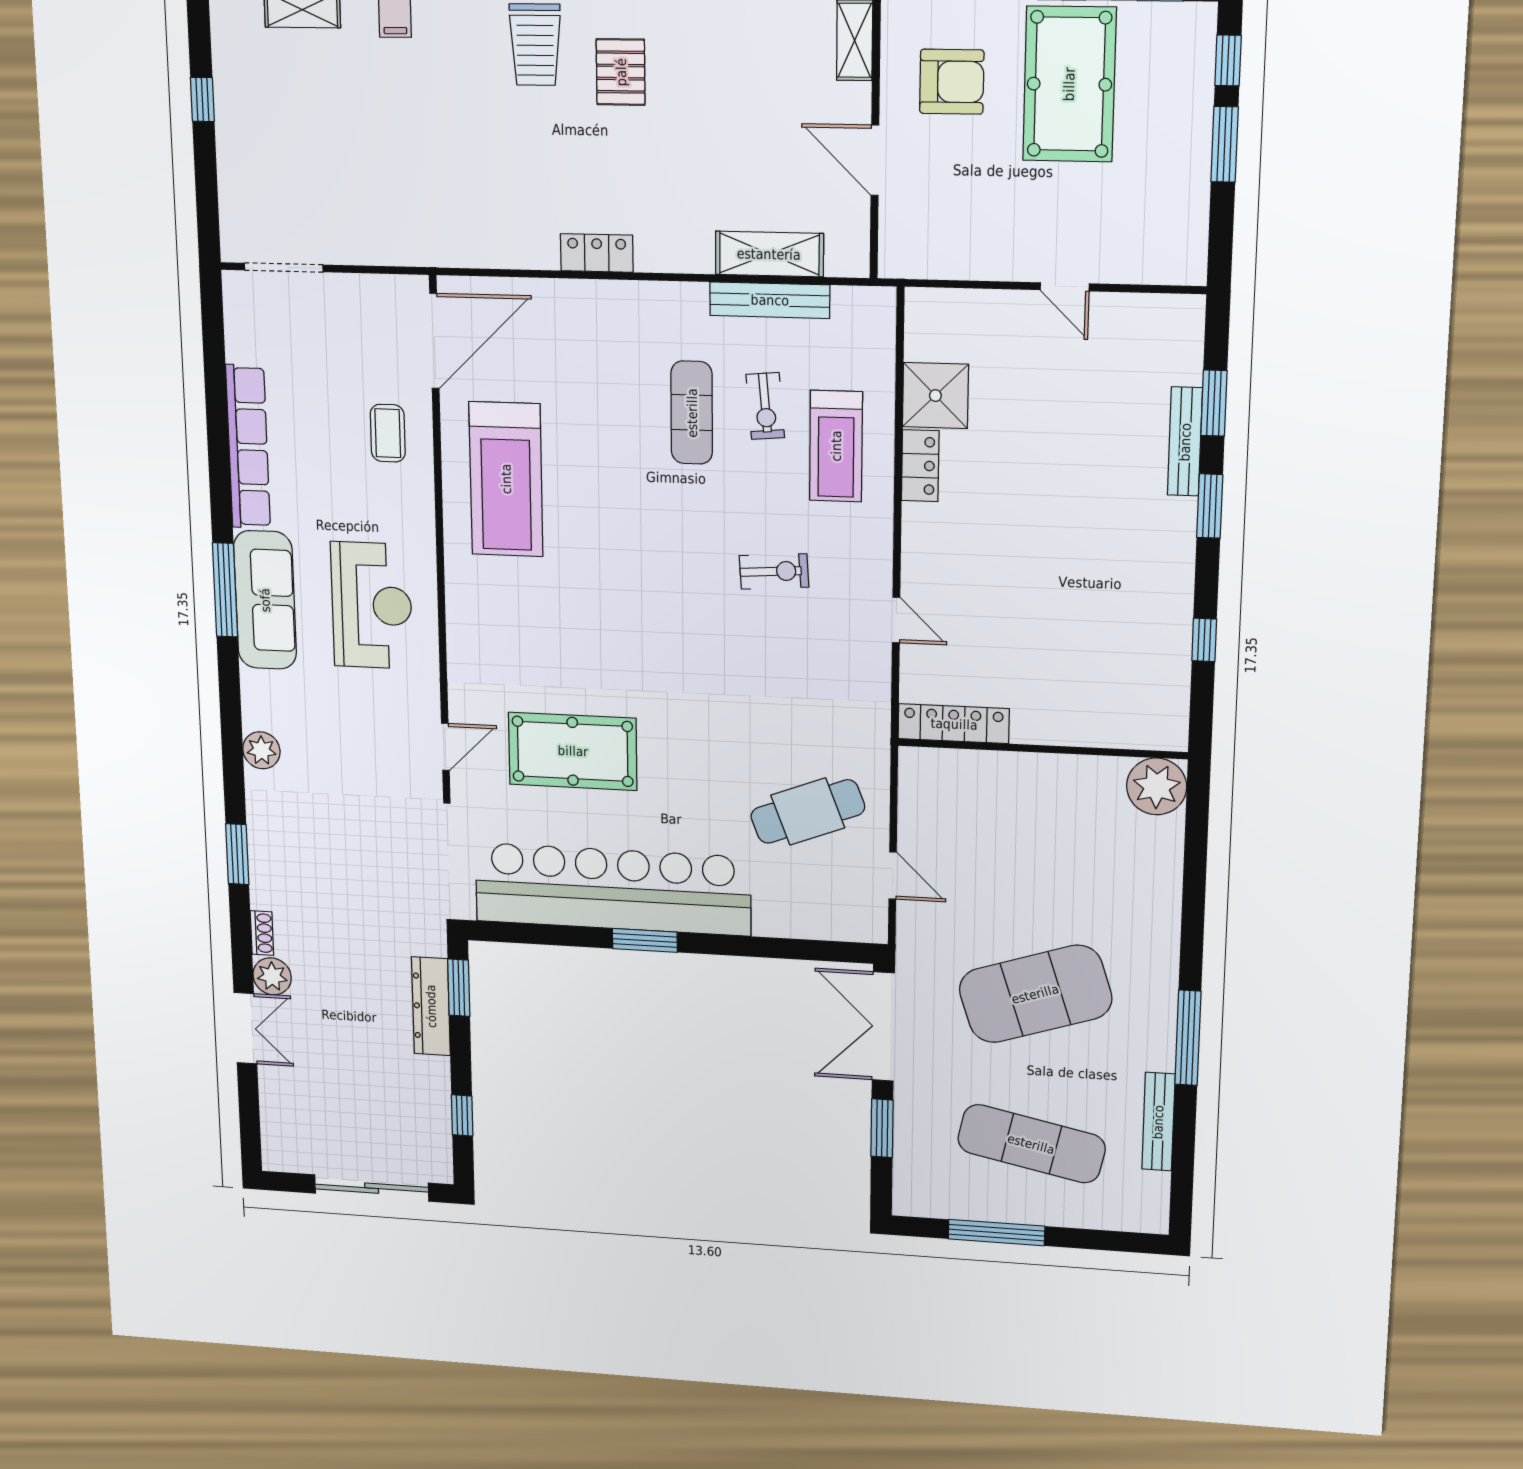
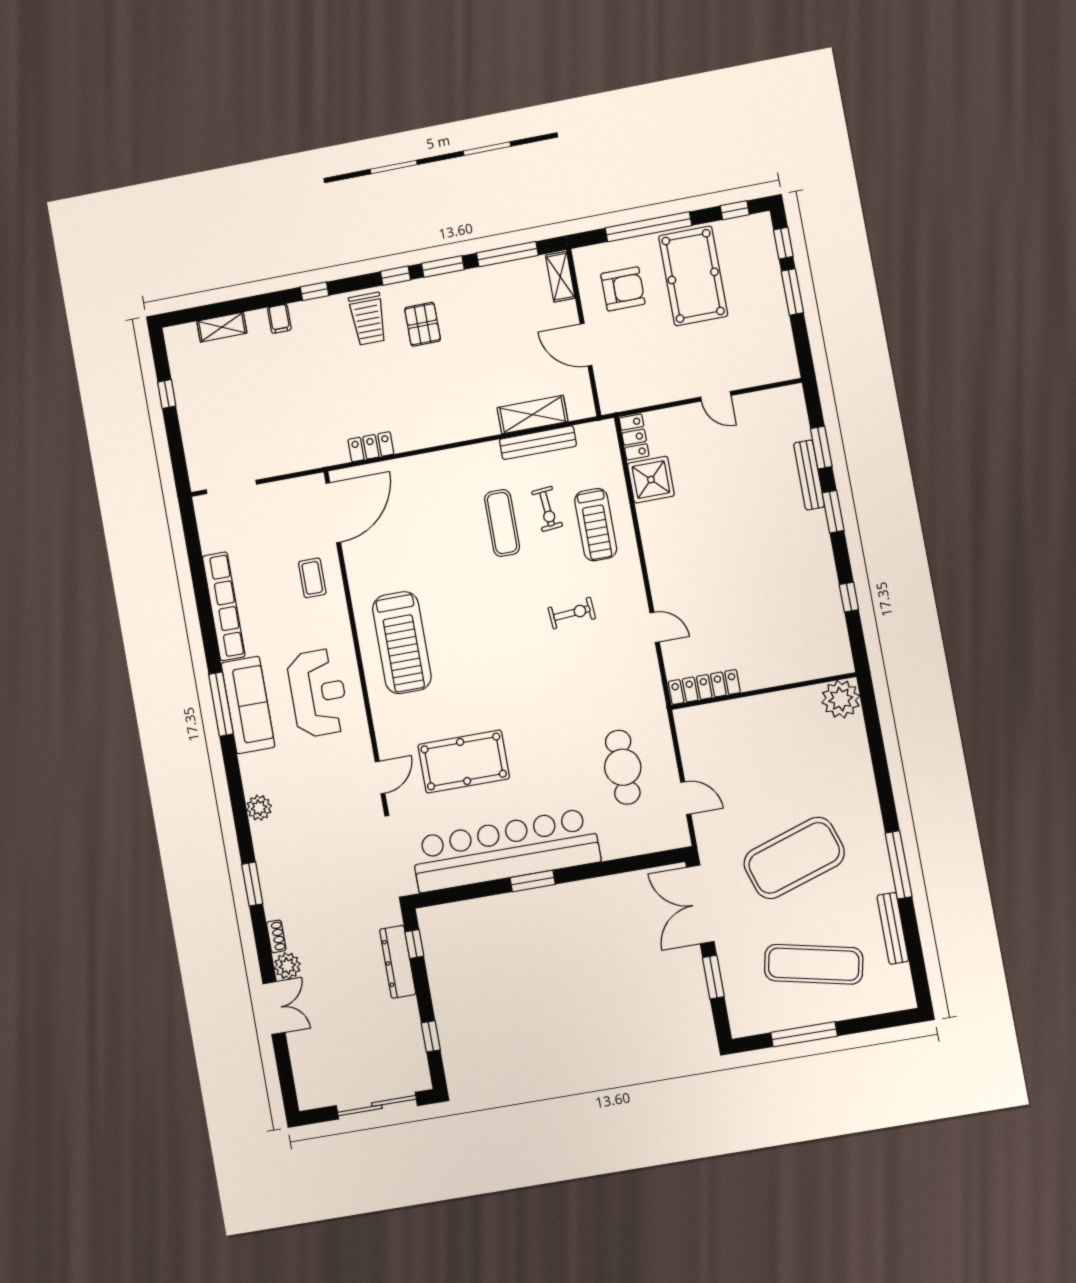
locker: (597, 253) -> (371, 447), moved
locker: (920, 466) -> (634, 437), moved
treadmill: (506, 479) -> (402, 643), moved
cafe table: (808, 812) -> (623, 767), turned -69
window: (459, 988) -> (414, 944), width x0.67

